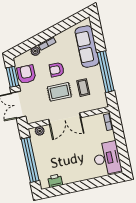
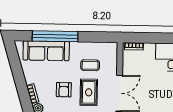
window: (106, 72) -> (55, 36), moved

